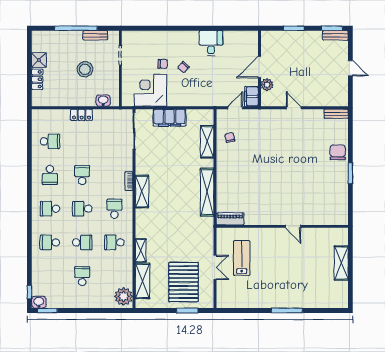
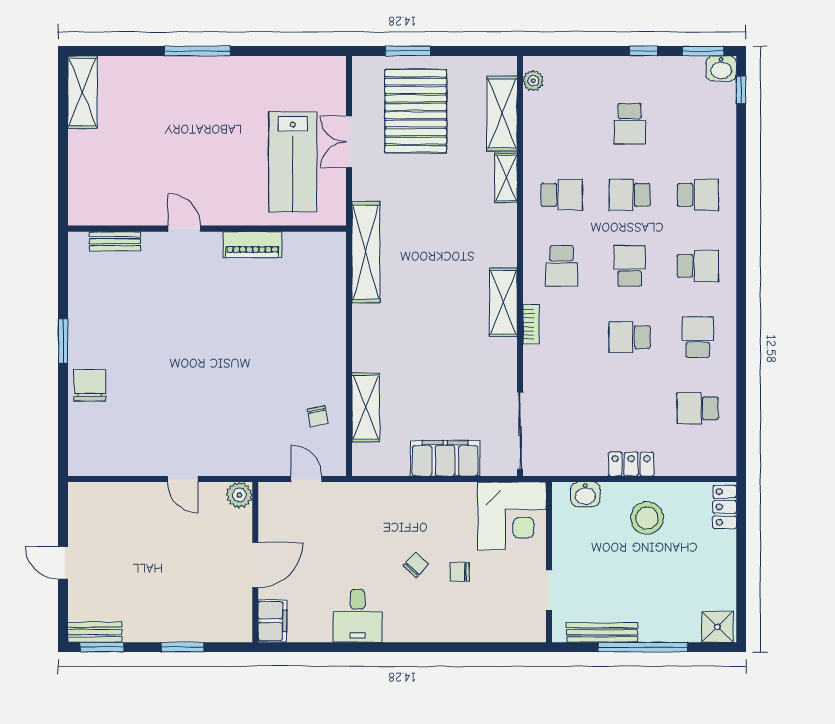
bench: (95, 35) -> (602, 632), width x1.36
shower: (39, 60) -> (717, 627), moved
stool: (85, 69) -> (647, 518), moved
locker: (37, 79) -> (725, 507), moved
plant: (267, 85) -> (239, 495), moved
corner desk: (151, 90) -> (512, 516), moved
filing cabinet: (251, 96) -> (272, 621), moved
door: (235, 108) -> (306, 479), swing flipped
bench: (336, 114) -> (115, 241), moved
chair: (338, 152) -> (90, 385), turned 180
school desk: (82, 175) -> (630, 337), turned 90
shelving: (207, 192) -> (366, 252), moved
school desk: (82, 209) -> (630, 266), turned -90
piano: (230, 219) -> (252, 245), moved
lab bench: (242, 258) -> (293, 162), width x1.36, depth x1.39
shelving: (341, 263) -> (82, 92), moved
plant: (124, 296) -> (533, 81), width x0.53, depth x0.53
window: (76, 311) -> (643, 51), added

